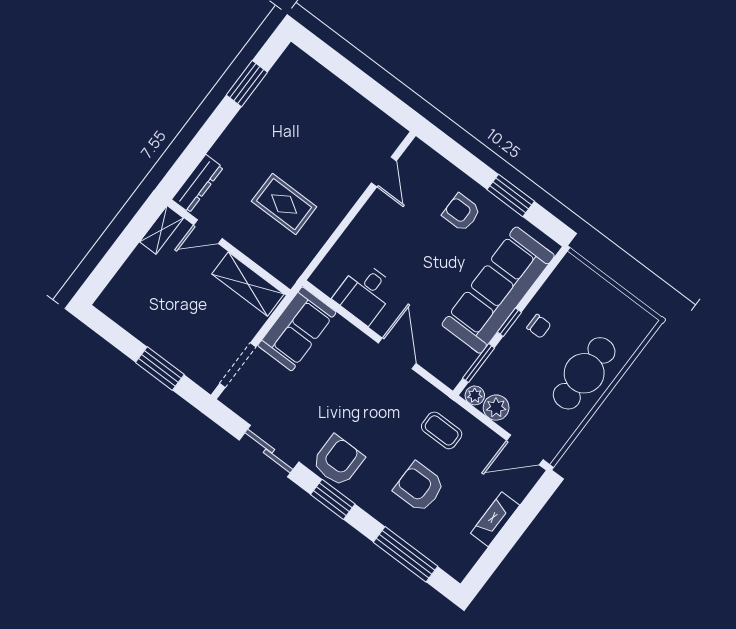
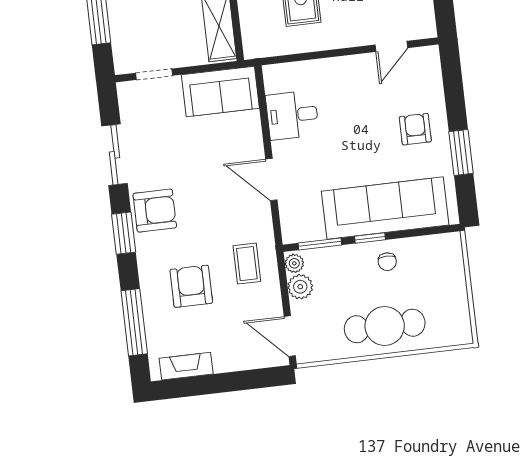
door: (397, 353) -> (271, 179), swing flipped
doorway: (238, 365) -> (154, 74), width x0.73
fireplace: (495, 519) -> (186, 366), moved

